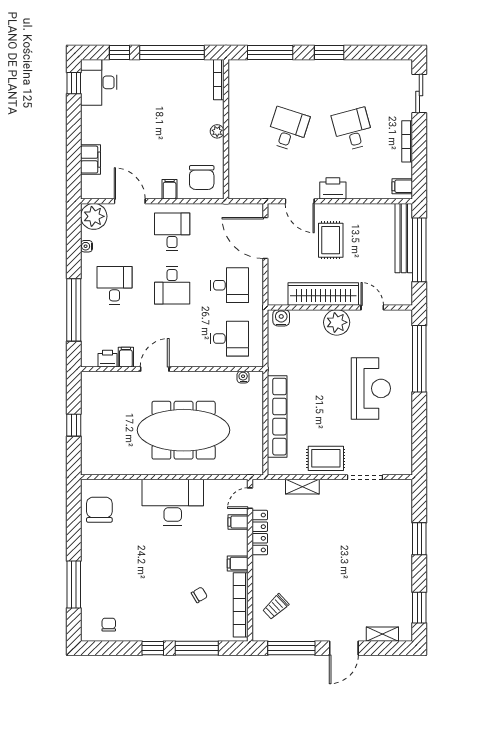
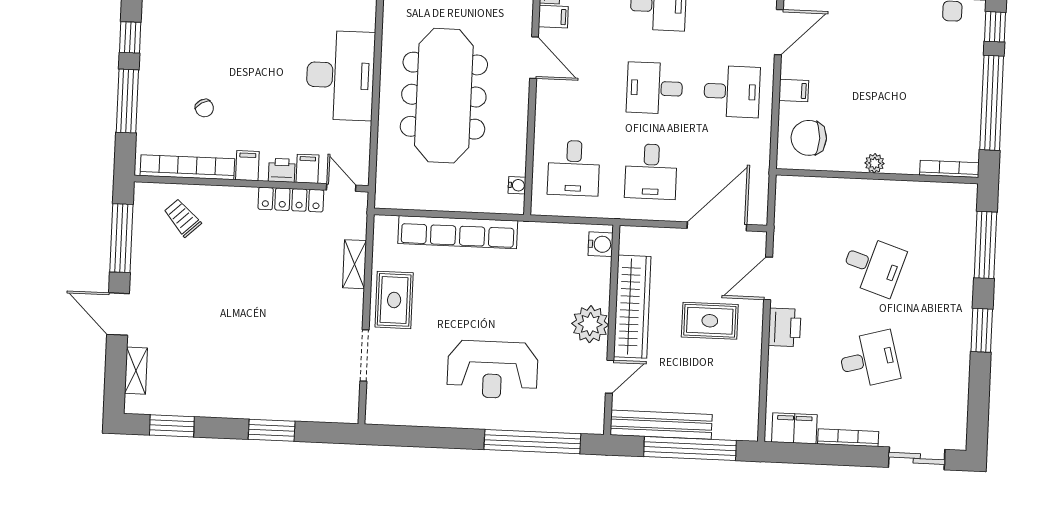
filing cabinet: (402, 186) -> (794, 428), width x2.00
bench: (404, 238) -> (661, 425), moved
printer: (240, 540) -> (282, 170), added

